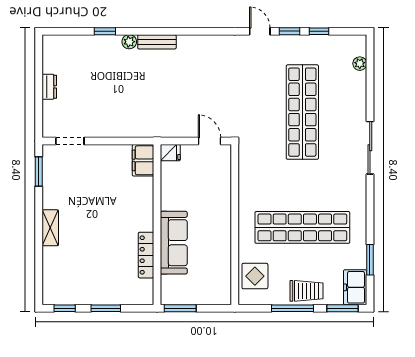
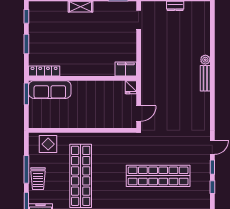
window: (105, 31) -> (212, 43), removed
sofa: (174, 243) -> (50, 90), moved
locker: (146, 255) -> (44, 71), moved

